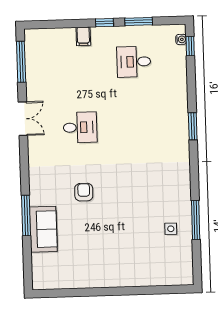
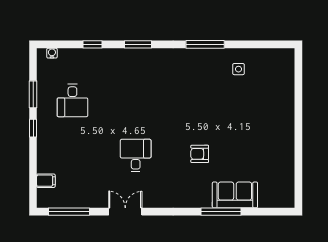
filing cabinet: (83, 36) -> (46, 181), moved
window: (190, 46) -> (92, 44), moved
window: (196, 220) -> (205, 44), moved

